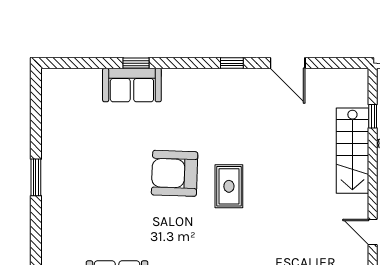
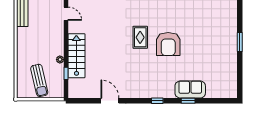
window: (232, 63) -> (157, 101), moved
armchair: (175, 173) -> (168, 44), turned 88

